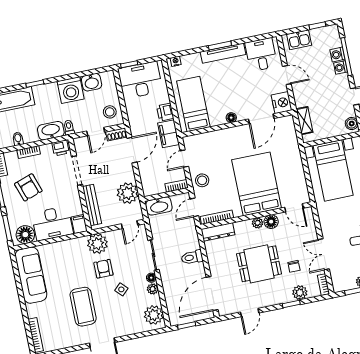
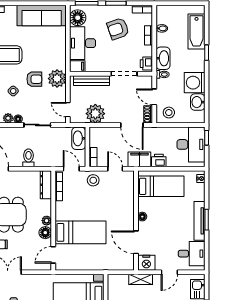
shelving: (304, 121) -> (141, 279), moved
bed: (257, 184) -> (80, 232), width x0.67

